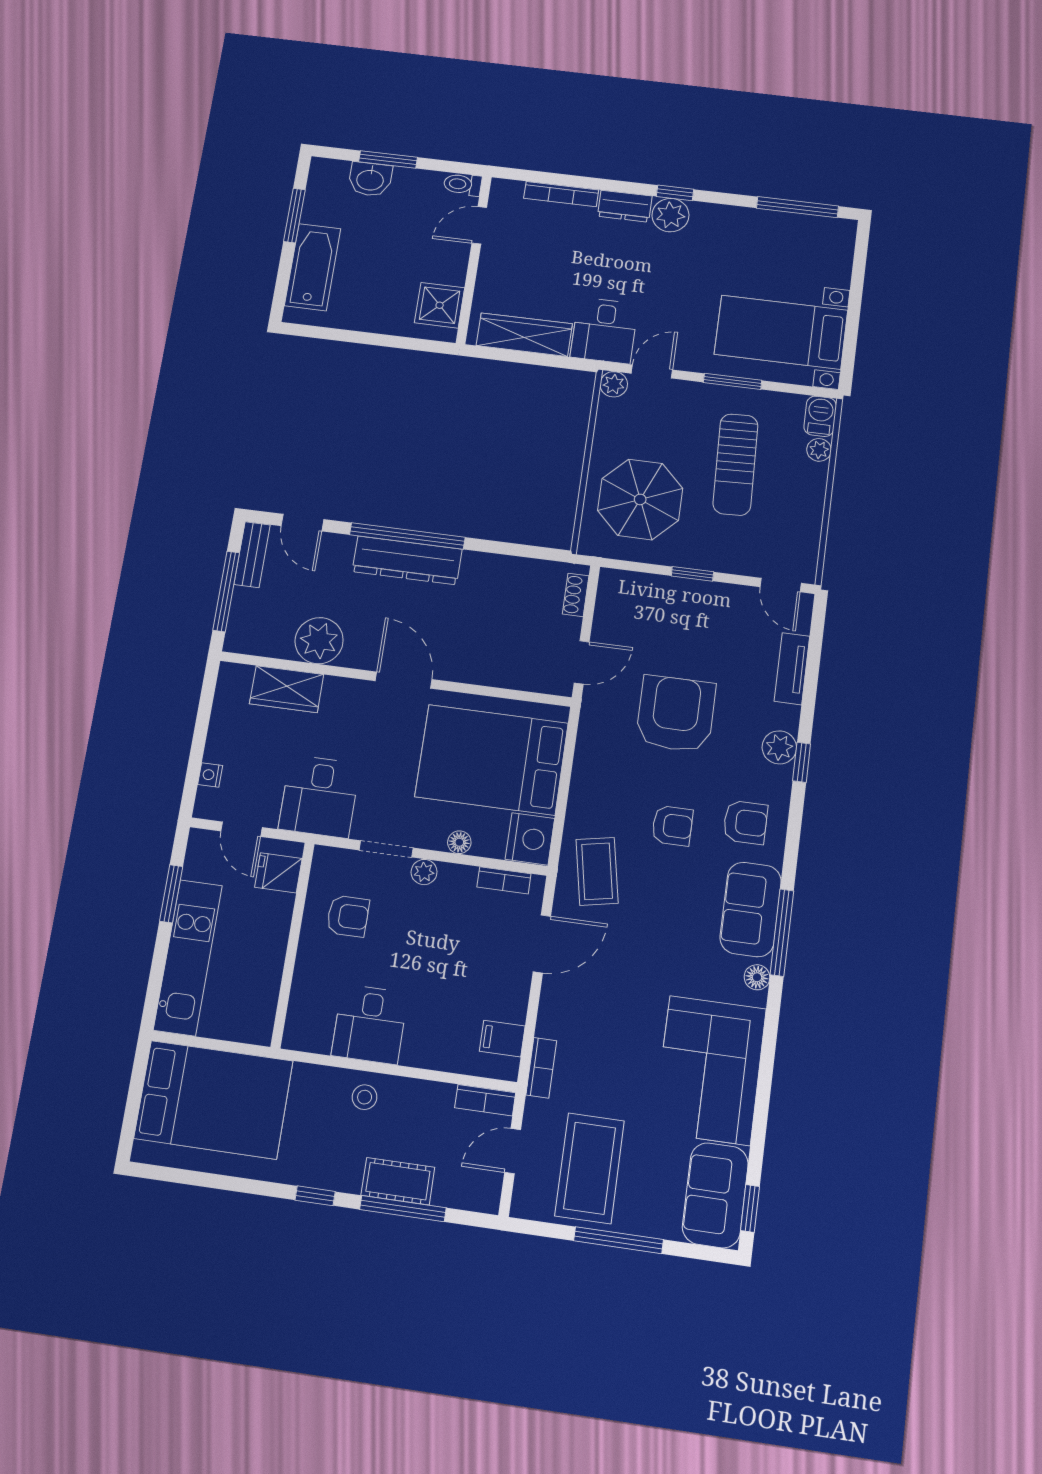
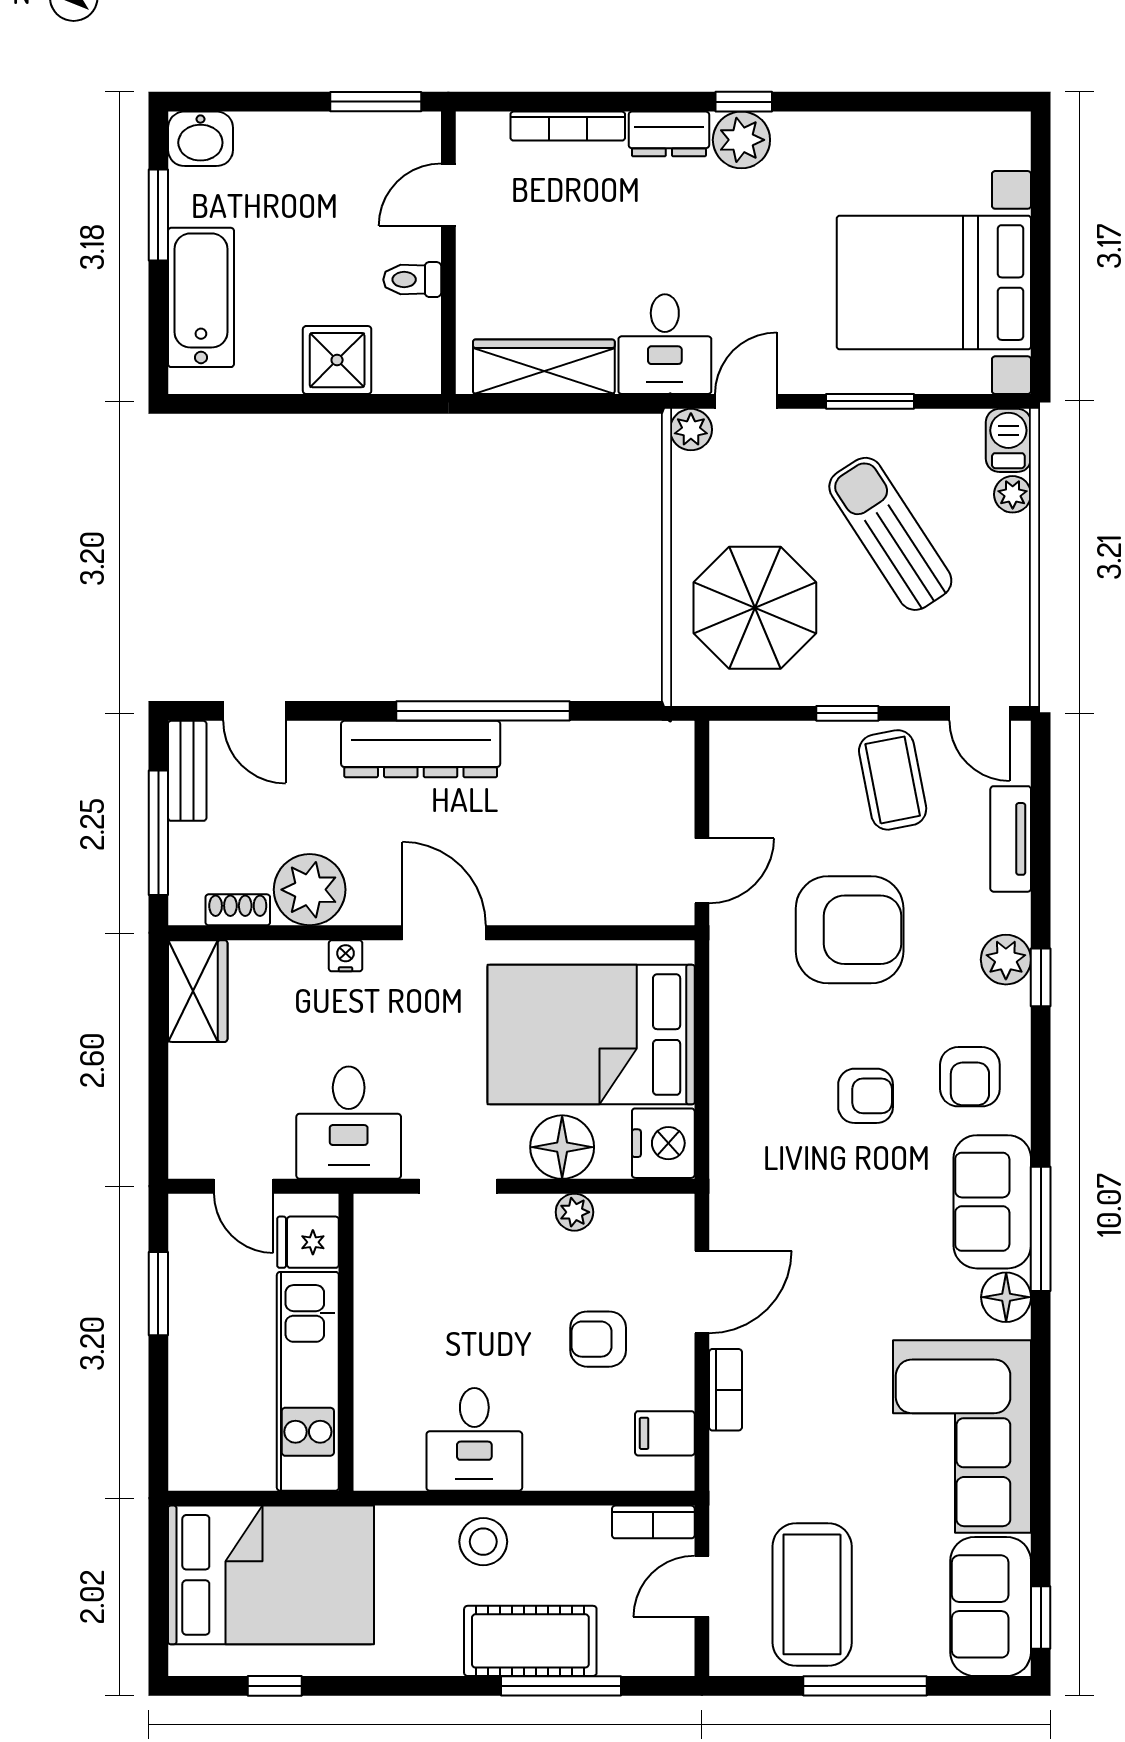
window: (388, 159) -> (376, 102), moved
washbasin: (370, 179) -> (200, 139), moved
toilet: (463, 184) -> (412, 280), moved
window: (797, 207) -> (935, 102), removed
shower: (440, 305) -> (337, 360), moved
bed with nightstands: (781, 332) -> (934, 283), width x1.36
sun lounger: (735, 464) -> (890, 534), turned 149
window: (407, 536) -> (483, 711), moved
shoe rack: (576, 595) -> (238, 910), moved, turned 90
wardrobe: (287, 689) -> (198, 991), moved, turned -90
armchair: (676, 714) -> (850, 930), turned 90
nightstand: (210, 775) -> (346, 956), moved, turned 90
armchair: (745, 822) -> (970, 1077), turned 90
floor lamp: (459, 842) -> (562, 1147), width x1.89, depth x1.89
coffee table: (597, 871) -> (893, 780), moved
plant: (424, 872) -> (574, 1212), moved
bookcase: (504, 880) -> (634, 1209), removed
armchair: (348, 916) -> (598, 1339), moved, turned 180
kitchen unit: (188, 957) -> (308, 1381), moved, turned 180
floor lamp: (757, 977) -> (1006, 1297), width x1.37, depth x1.37
bookcase: (541, 1068) -> (726, 1390), moved
stool: (365, 1097) -> (483, 1542), width x1.37, depth x1.37
cot: (398, 1181) -> (530, 1641), width x1.37, depth x1.34
window: (315, 1196) -> (275, 1686), moved

